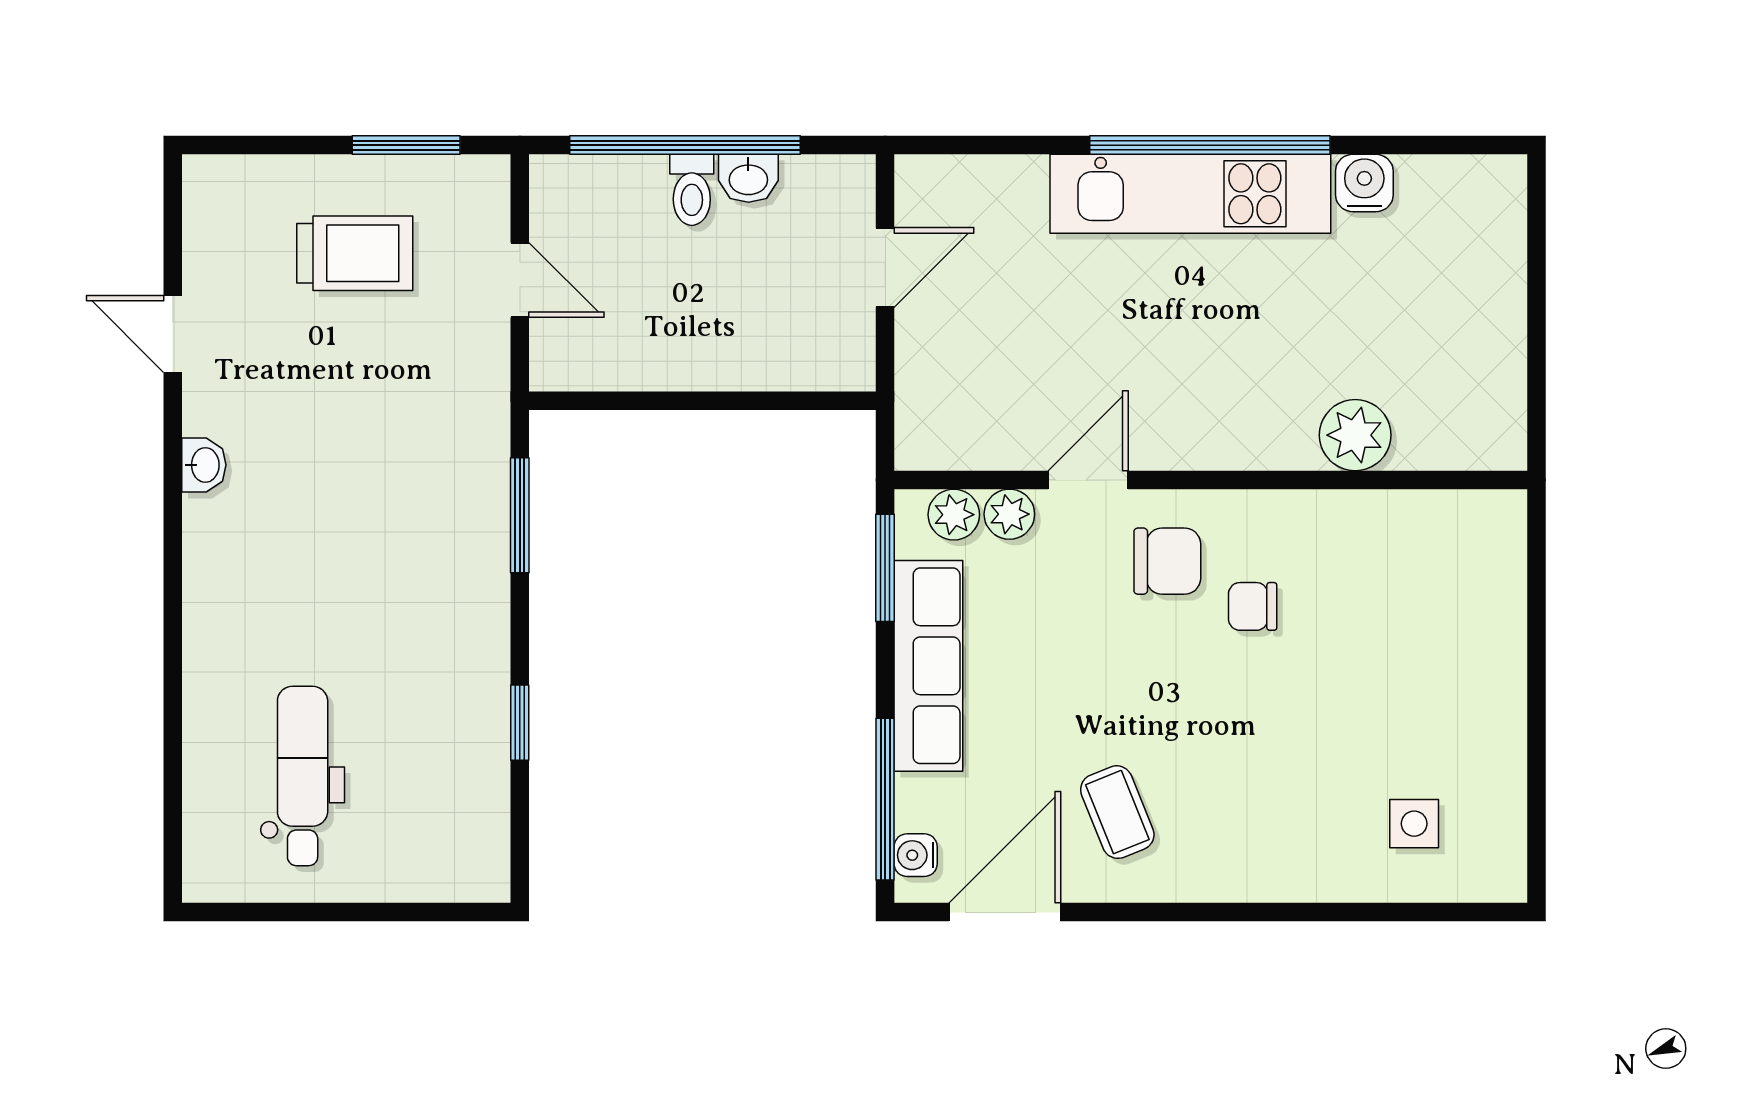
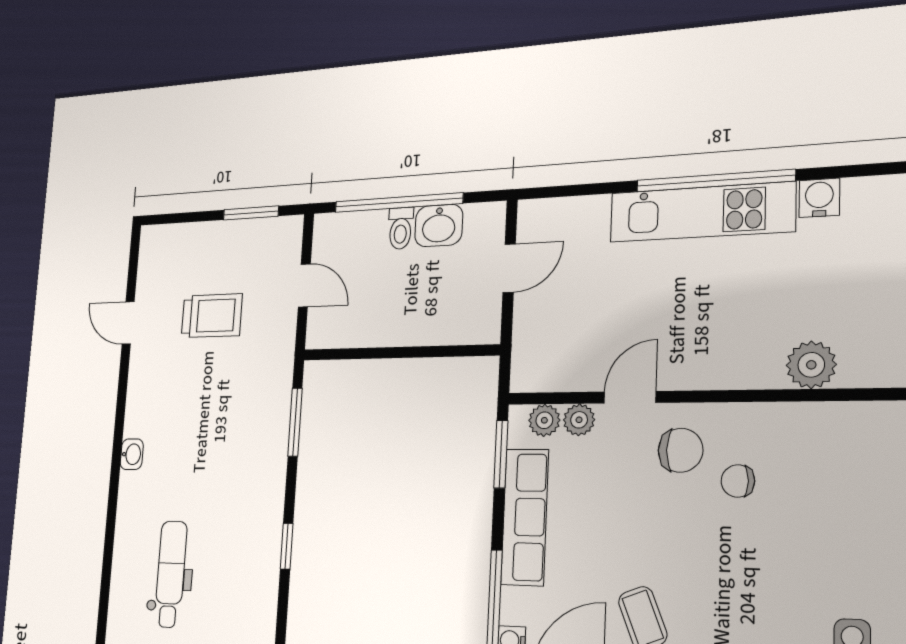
washbasin: (748, 178) -> (439, 226), width x1.38, depth x1.45
trolley: (355, 253) -> (212, 316), moved
washbasin: (204, 465) -> (132, 454), moved

